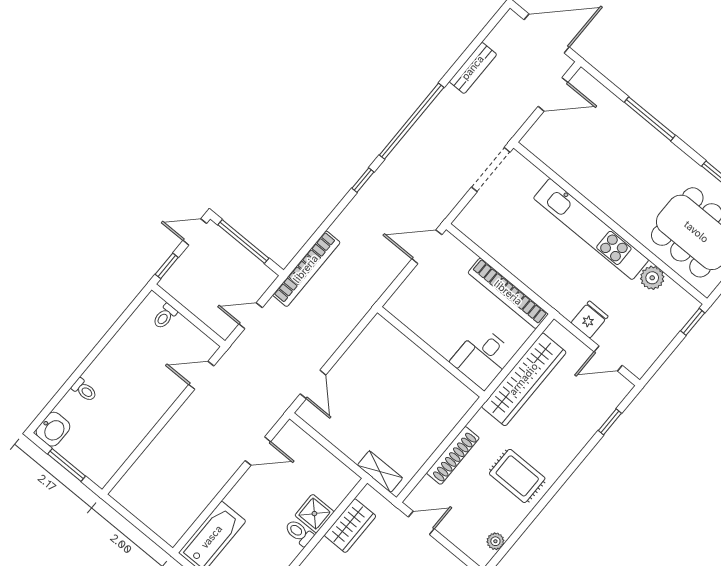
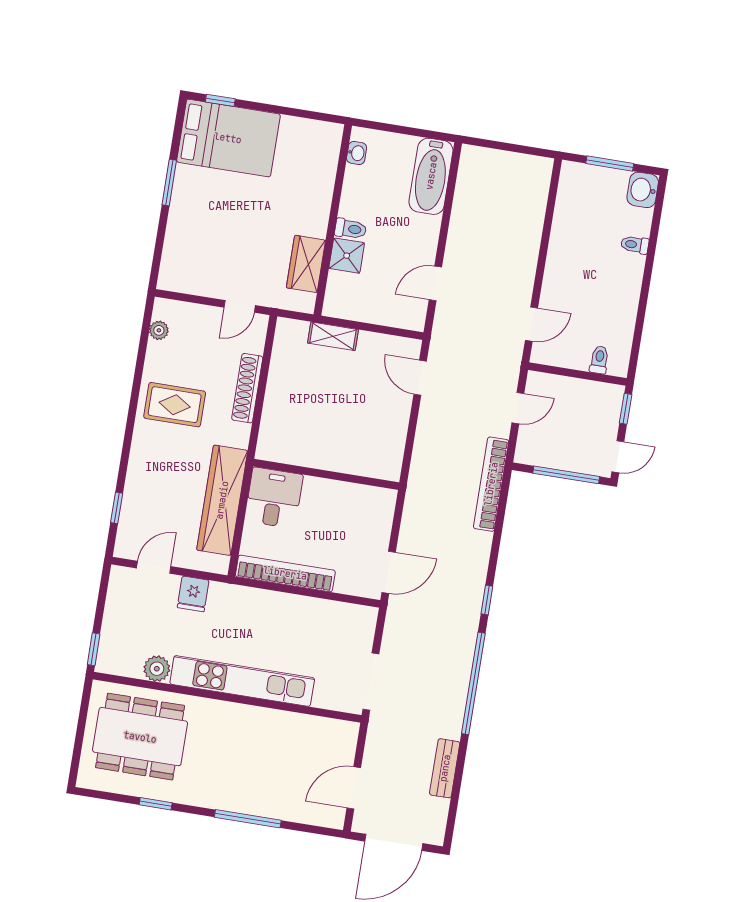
shelving: (380, 472) -> (333, 336), moved

